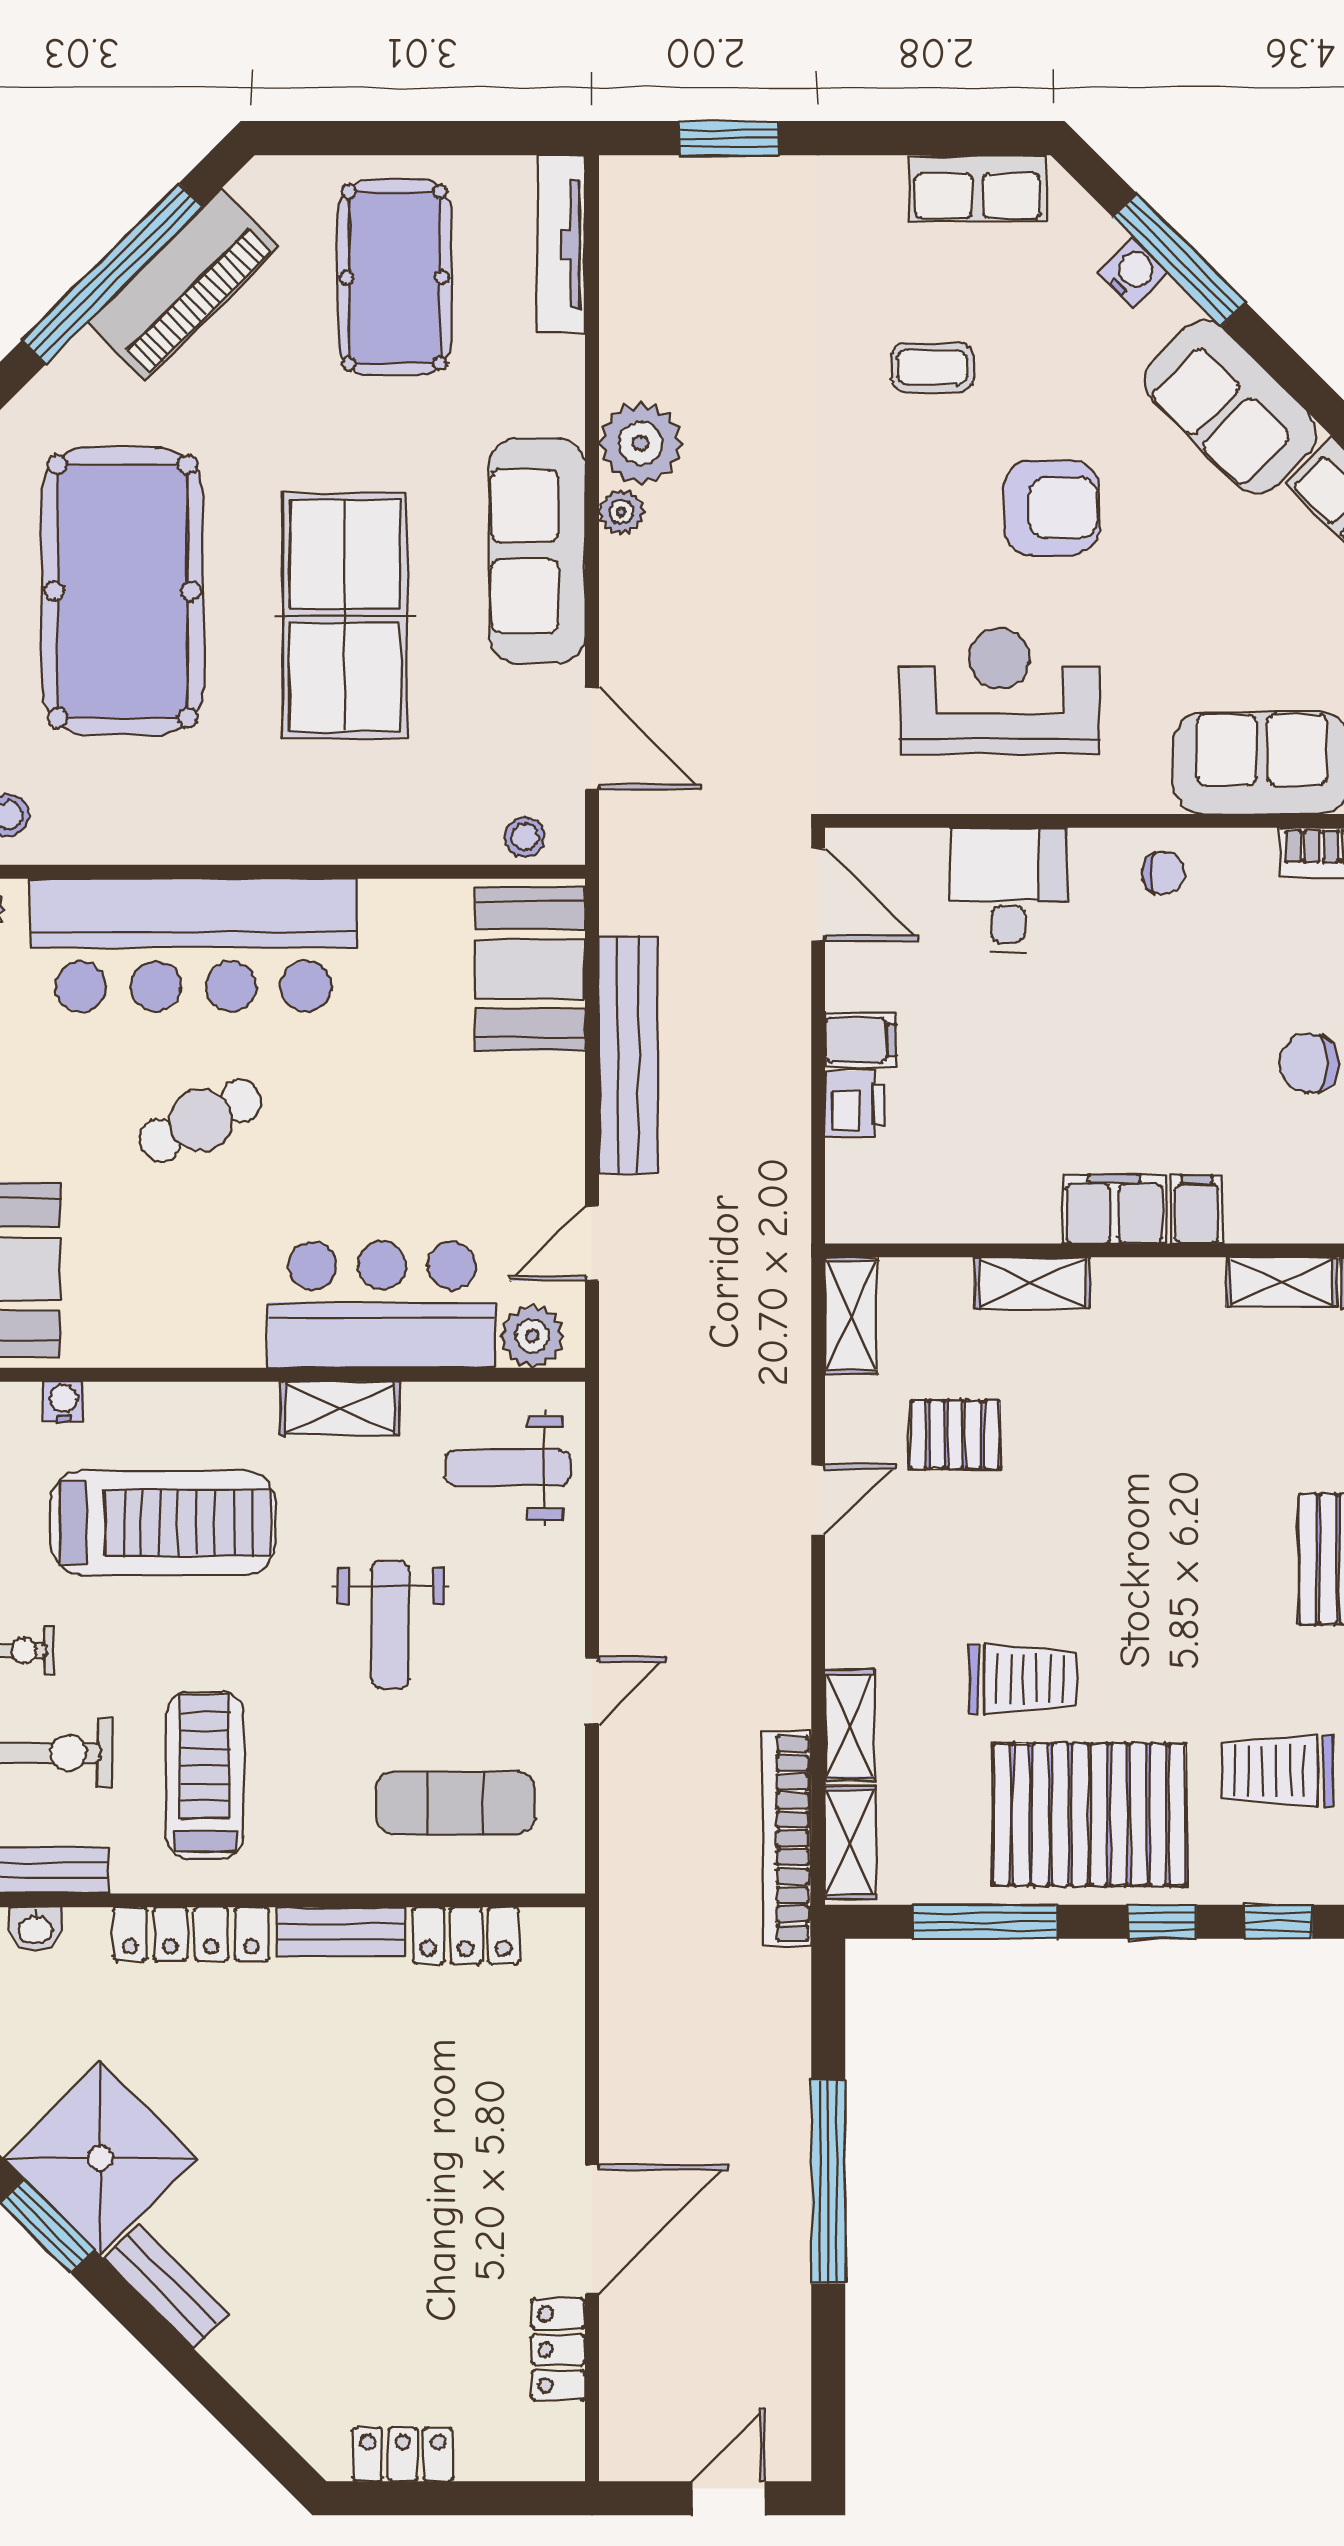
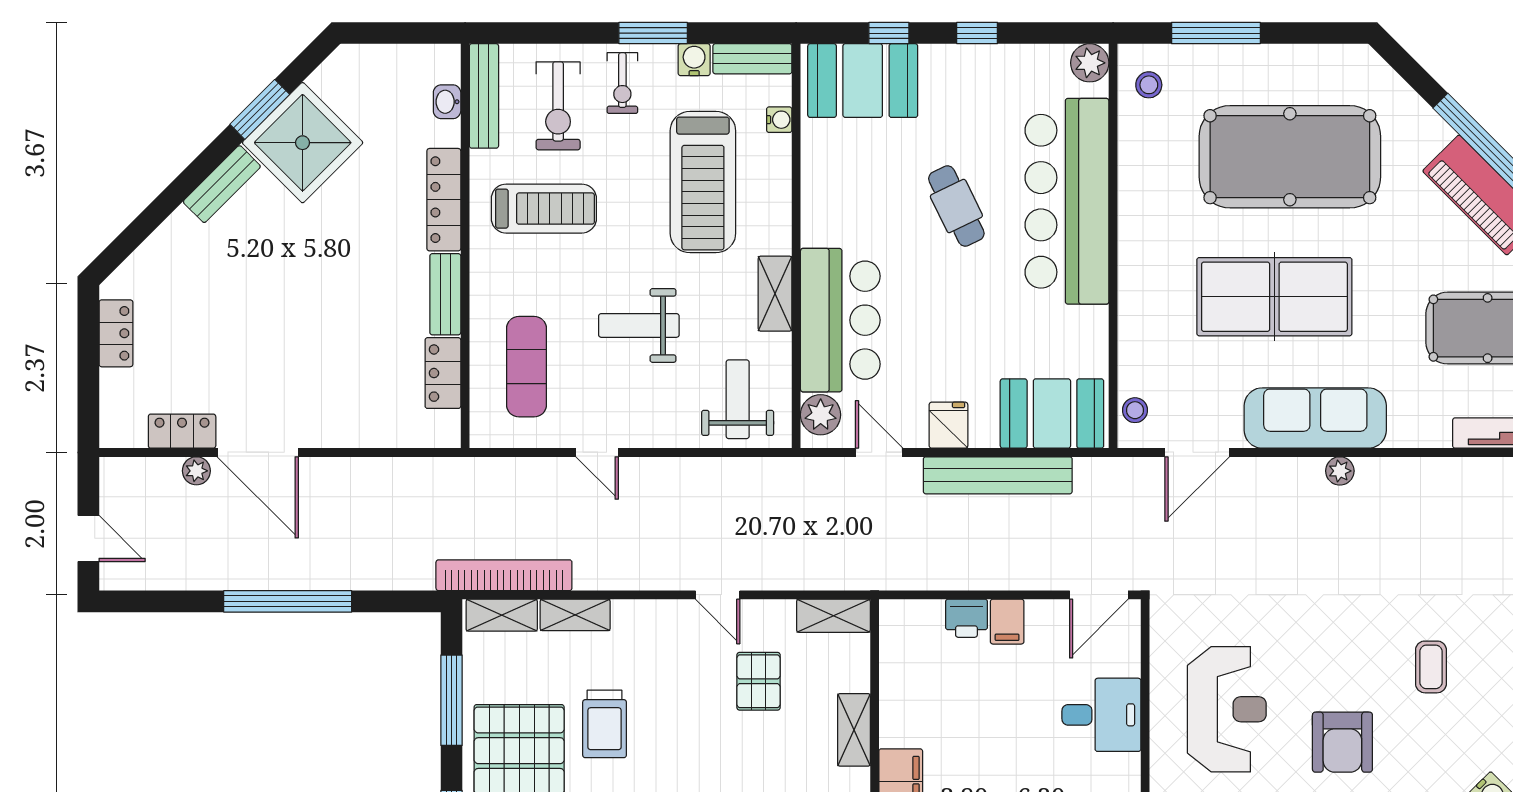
plant: (640, 443) -> (196, 471), moved, width x0.53, depth x0.53
fridge: (549, 1133) -> (948, 425), added

